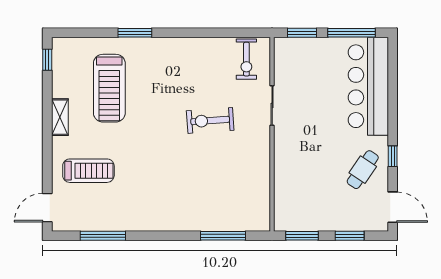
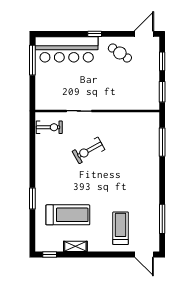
window: (302, 33) -> (32, 92), removed
shelving: (60, 117) -> (75, 246), moved
exercise bike: (210, 121) -> (89, 150), turned 65
window: (393, 156) -> (95, 34), moved

